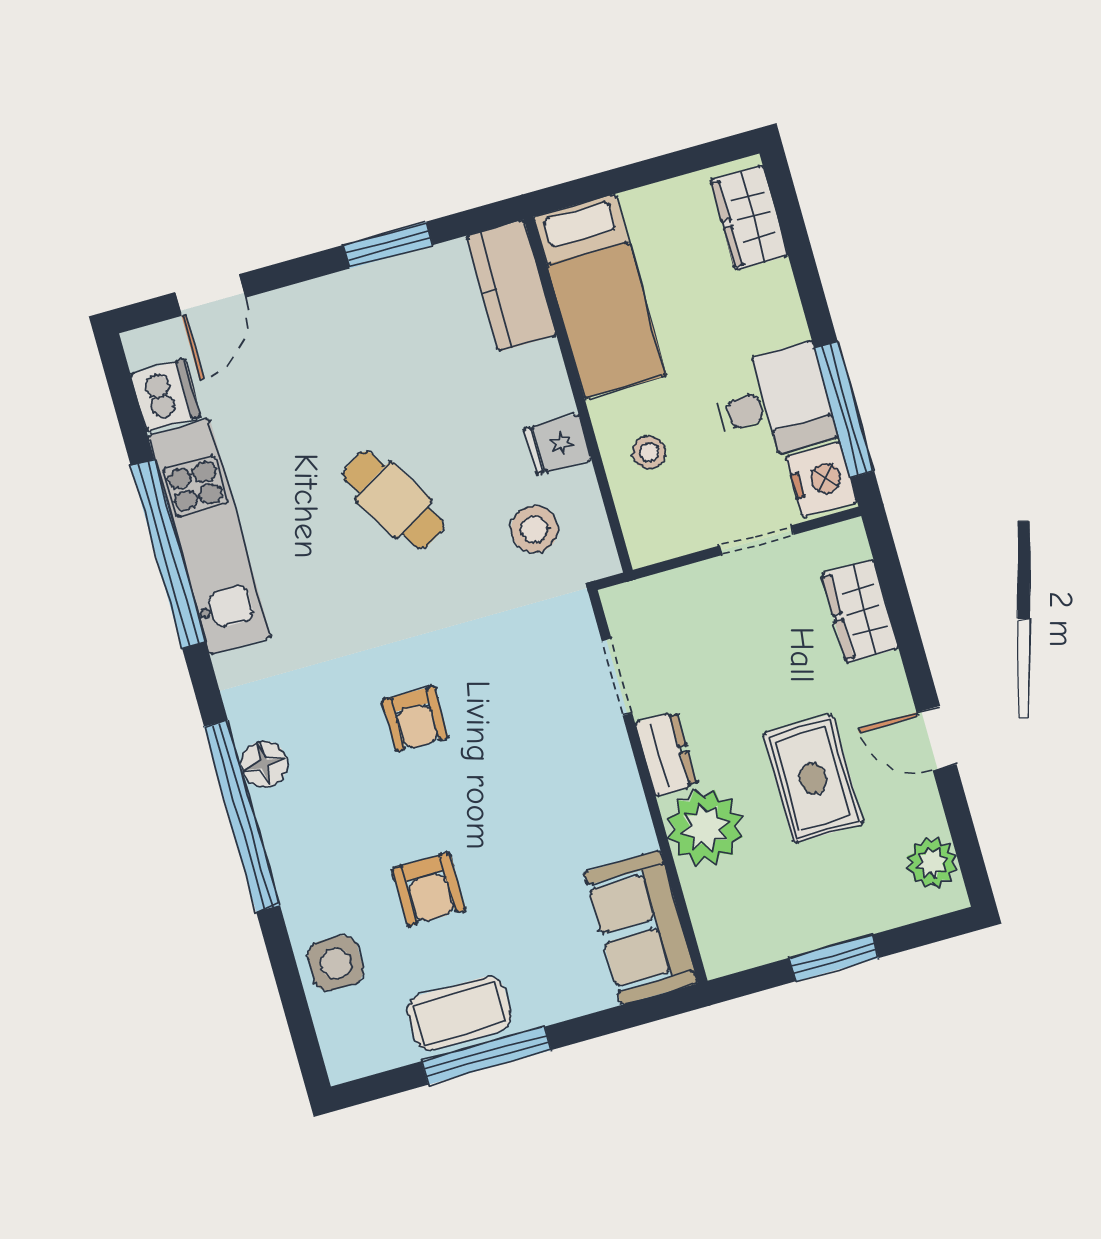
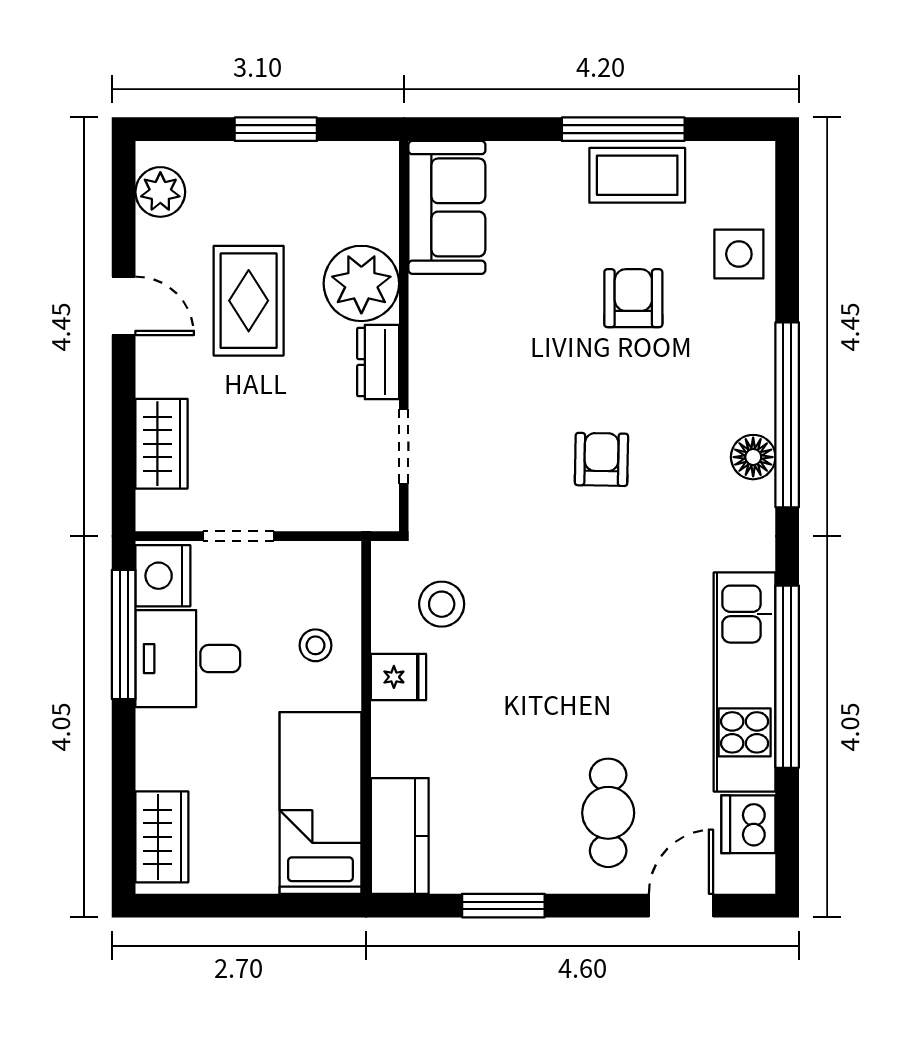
cafe table: (393, 500) -> (608, 813), moved, turned 31

